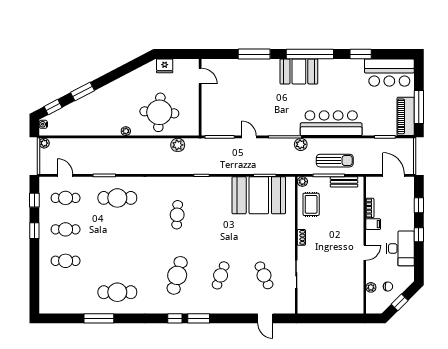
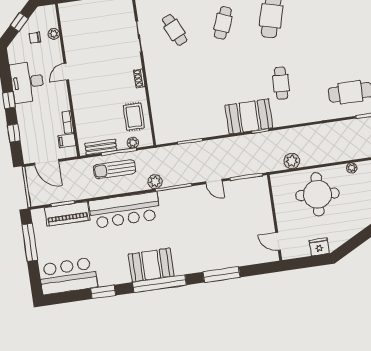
booth: (299, 71) -> (151, 265), moved
piano: (406, 116) -> (67, 214), moved, turned 90
plant: (302, 182) -> (133, 143), moved
booth: (259, 195) -> (249, 116), moved, width x0.73, depth x0.70
filing cabinet: (373, 224) -> (67, 141), moved

